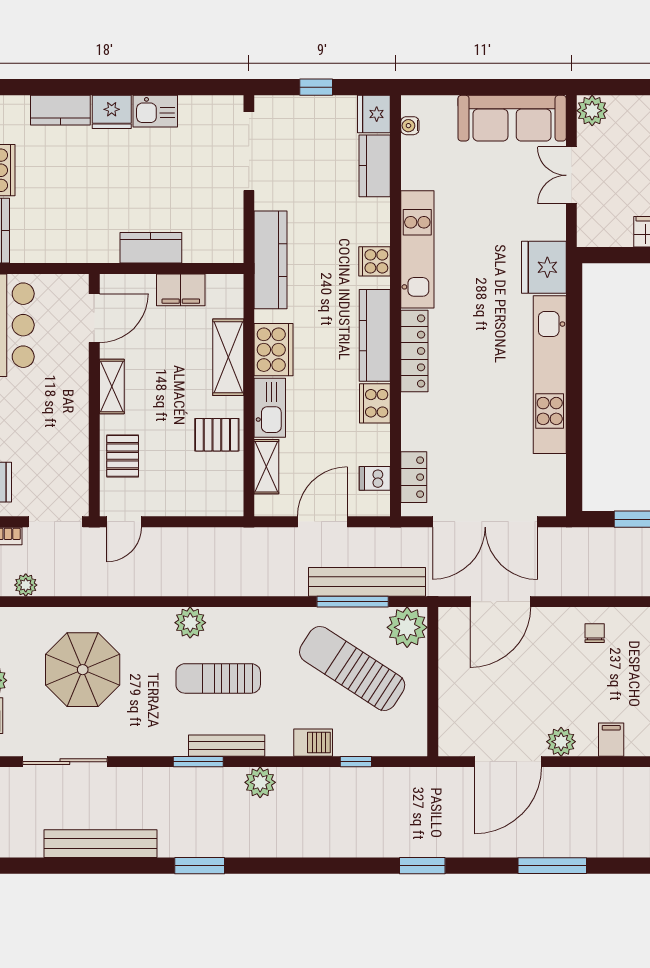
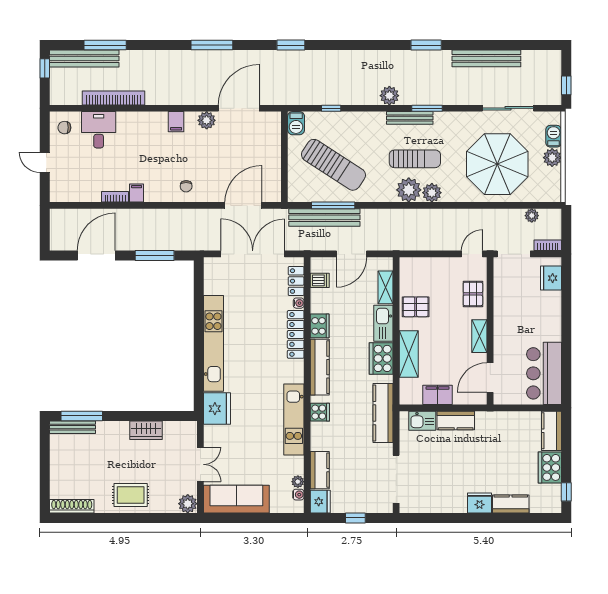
kitchen sink: (155, 111) -> (422, 421), moved, turned 180
plant: (411, 147) -> (298, 482), added
locker: (414, 351) -> (296, 334), moved
water cooler: (409, 441) -> (299, 303), added
plant: (407, 627) -> (409, 190), moved
parasol: (83, 670) -> (497, 164), width x1.36, depth x1.36
barbecue: (313, 743) -> (296, 123), moved, turned -90

